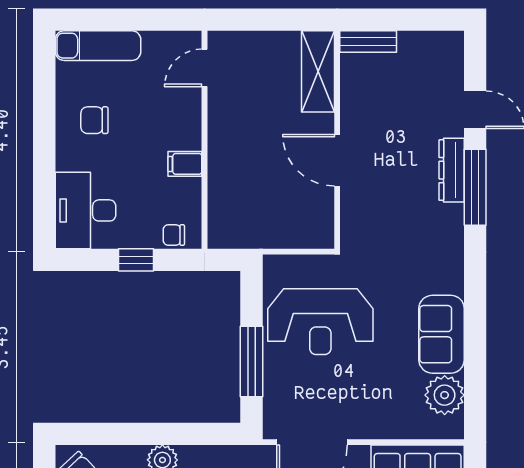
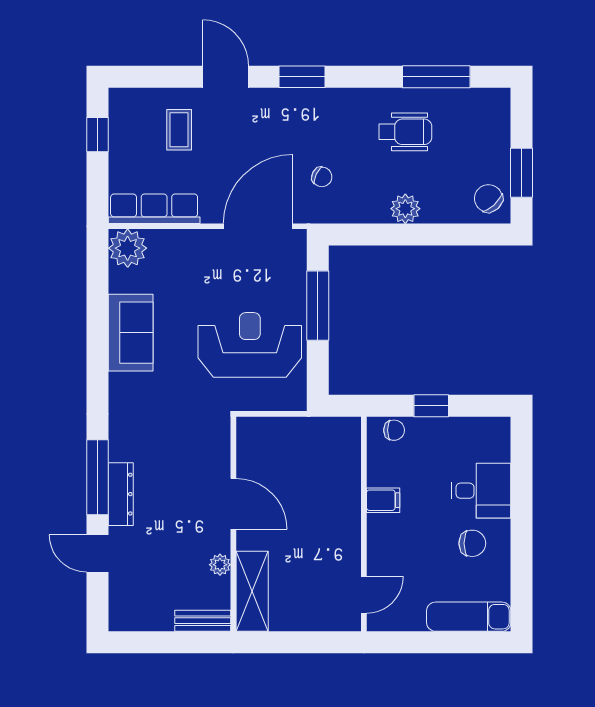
plant: (351, 98) -> (220, 565), added
desk: (85, 210) -> (481, 491), moved, width x0.73
plant: (445, 395) -> (128, 248), moved

